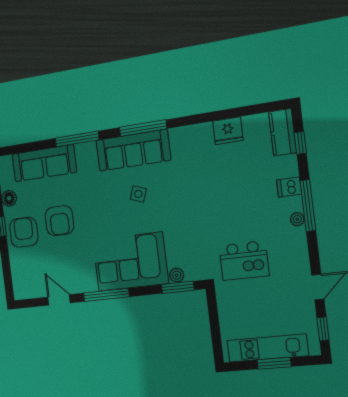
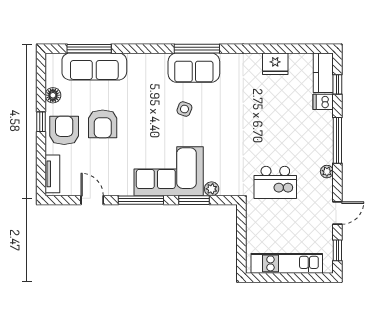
window: (77, 139) -> (89, 49), moved
sofa: (133, 150) -> (194, 68), width x0.73
dishwasher: (289, 187) -> (323, 102), moved
plant: (297, 219) -> (327, 172), moved
tv unit: (18, 277) -> (52, 174), added
window: (178, 287) -> (194, 200), moved
window: (274, 363) -> (291, 278), removed

